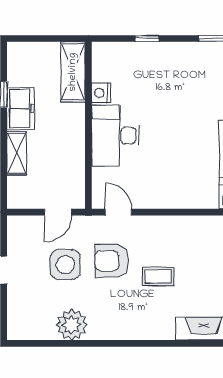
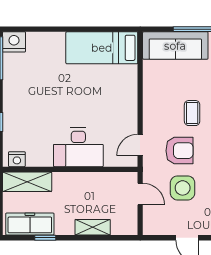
nightstand: (101, 93) -> (17, 159), moved
freezer: (21, 109) -> (30, 224), moved, width x1.40
armchair: (112, 261) -> (180, 151), turned -90

